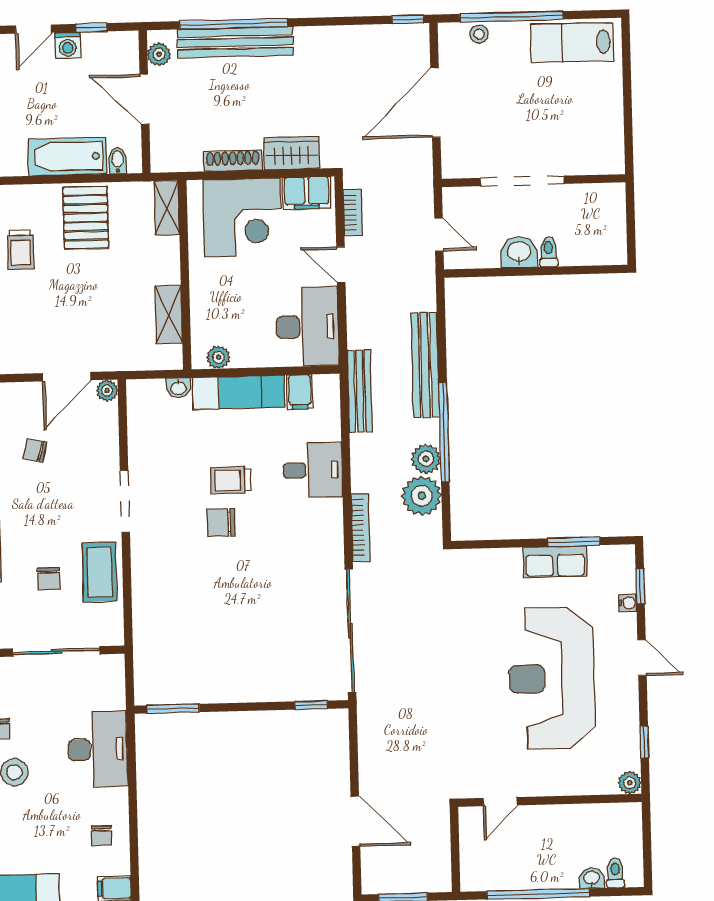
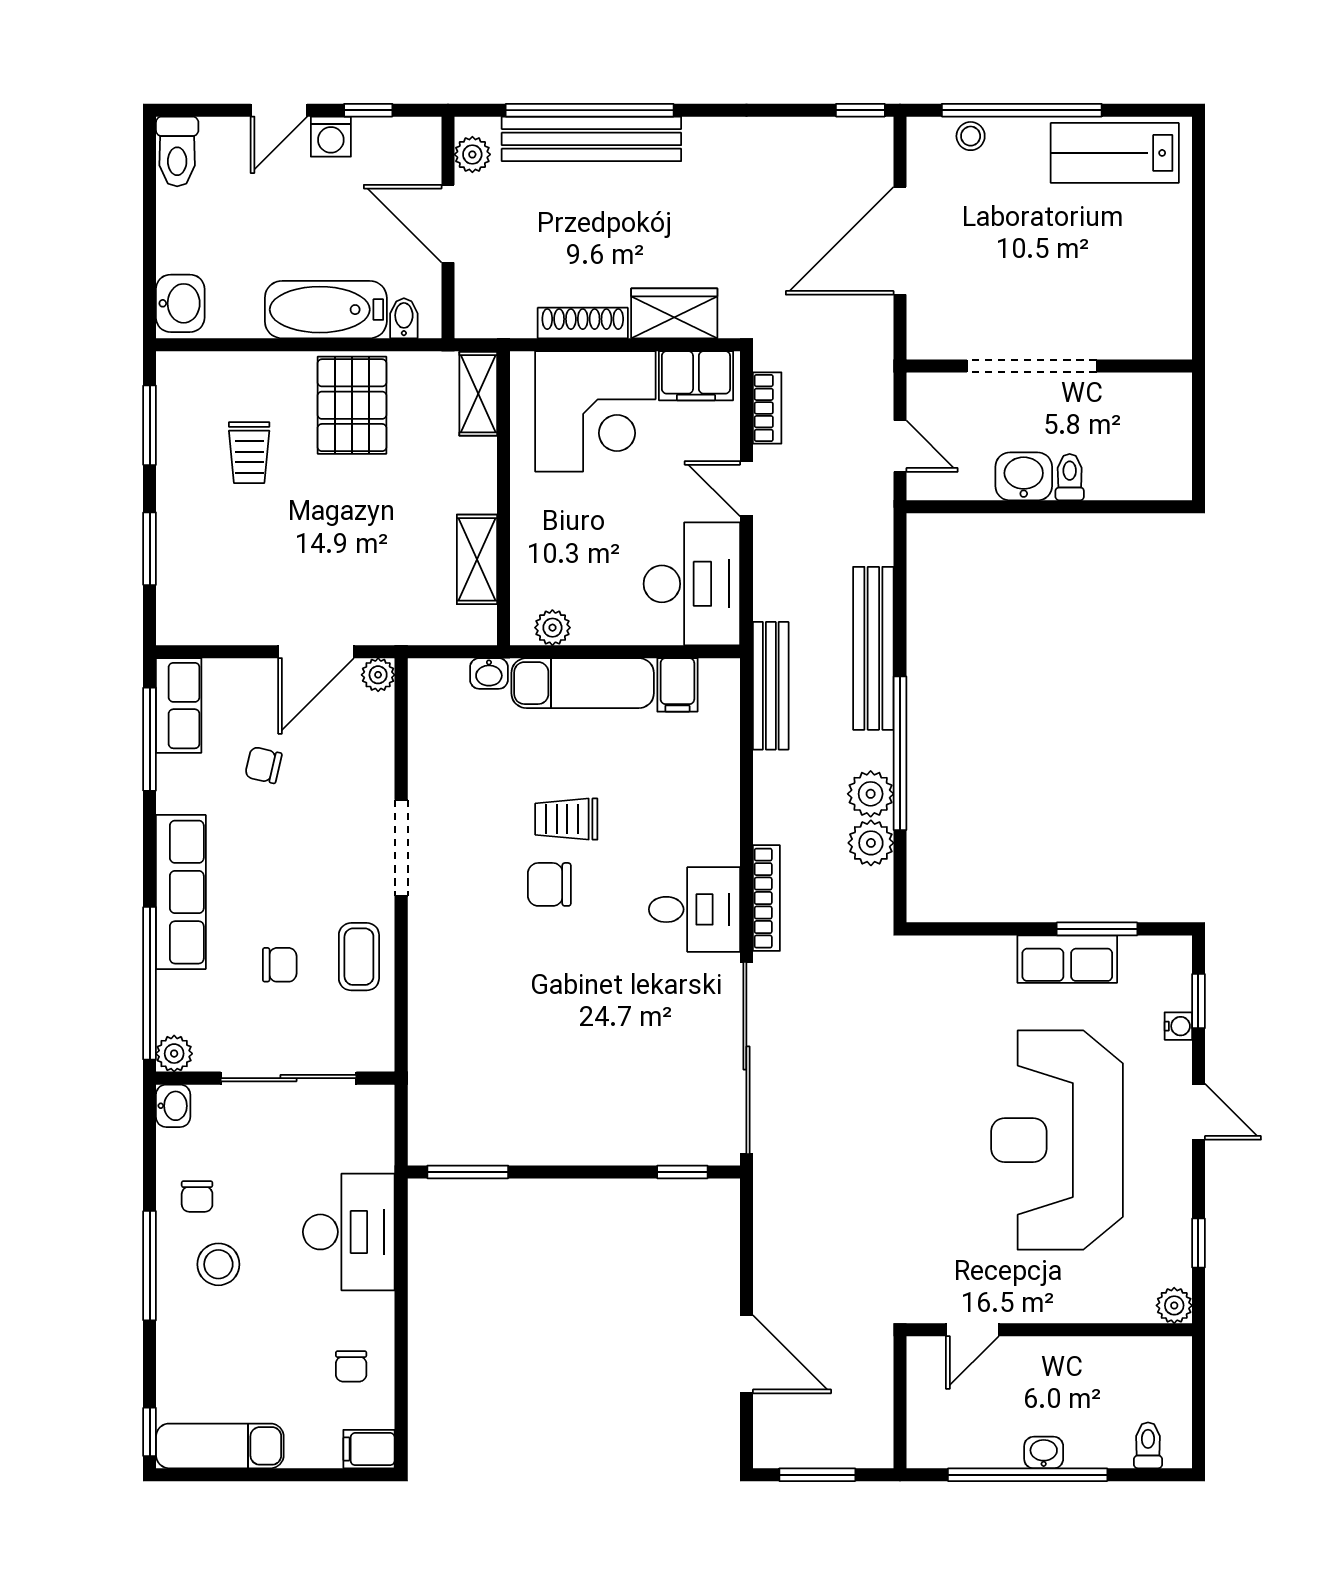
desk: (313, 470) -> (694, 909), moved
plant: (422, 496) -> (871, 843), width x0.73, depth x0.73
coffee table: (100, 572) -> (359, 957), width x0.73, depth x0.77
chair: (49, 579) -> (280, 965), turned -90
washbasin: (592, 878) -> (1044, 1453), moved

